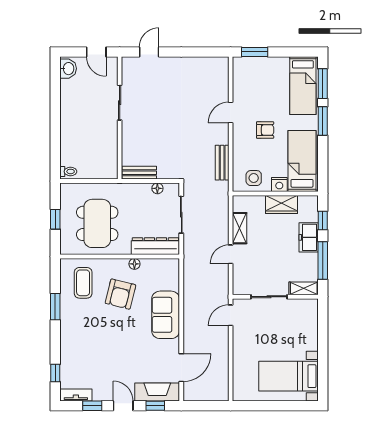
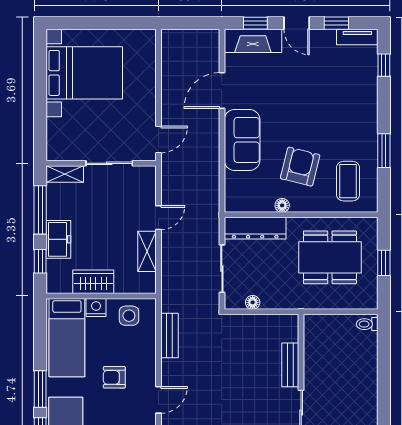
bench: (139, 173) -> (290, 365), moved, turned 90
dining table: (97, 223) -> (330, 257), turned 90
door: (181, 368) -> (222, 91), moved
bed with nightstands: (288, 376) -> (84, 73), width x1.36

